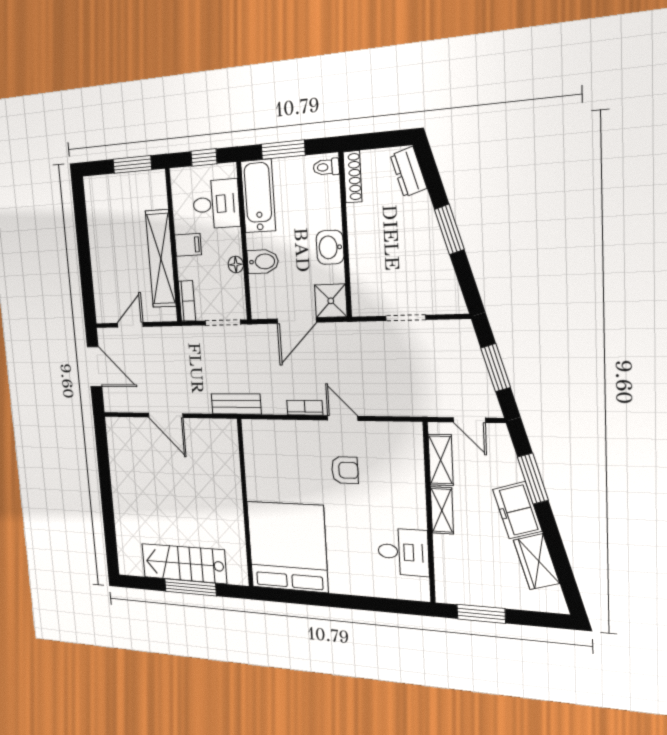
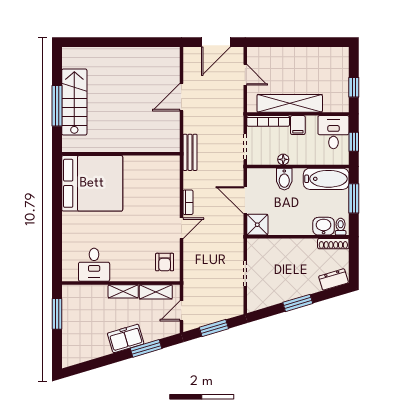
window: (132, 164) -> (354, 87), width x0.67
desk: (216, 204) -> (333, 132), moved, turned 180
washbasin: (330, 247) -> (324, 226), moved
bookcase: (187, 301) -> (268, 121), width x1.56
armchair: (345, 470) -> (165, 262), moved
wardrobe: (536, 562) -> (94, 349), removed

